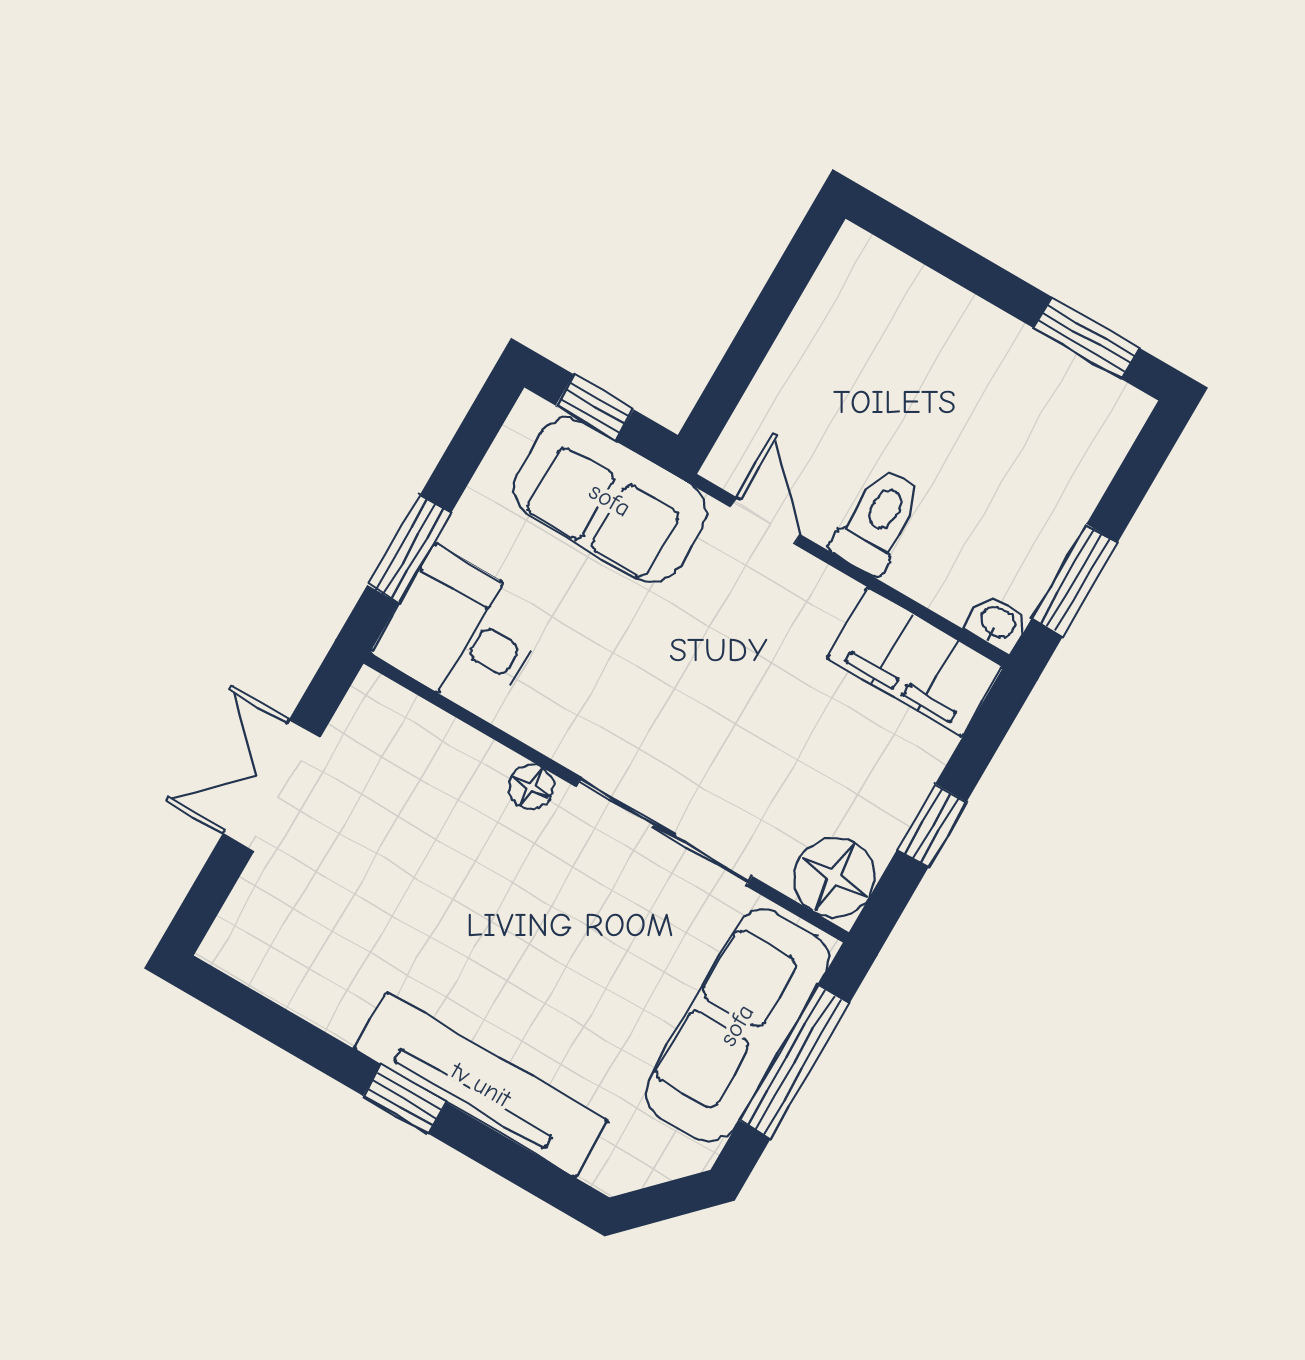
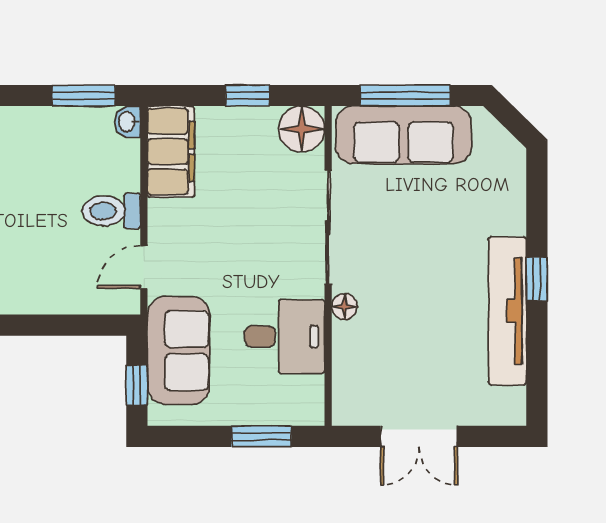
desk: (462, 633) -> (285, 336), moved, turned -90
tv unit: (481, 1085) -> (507, 311), moved

